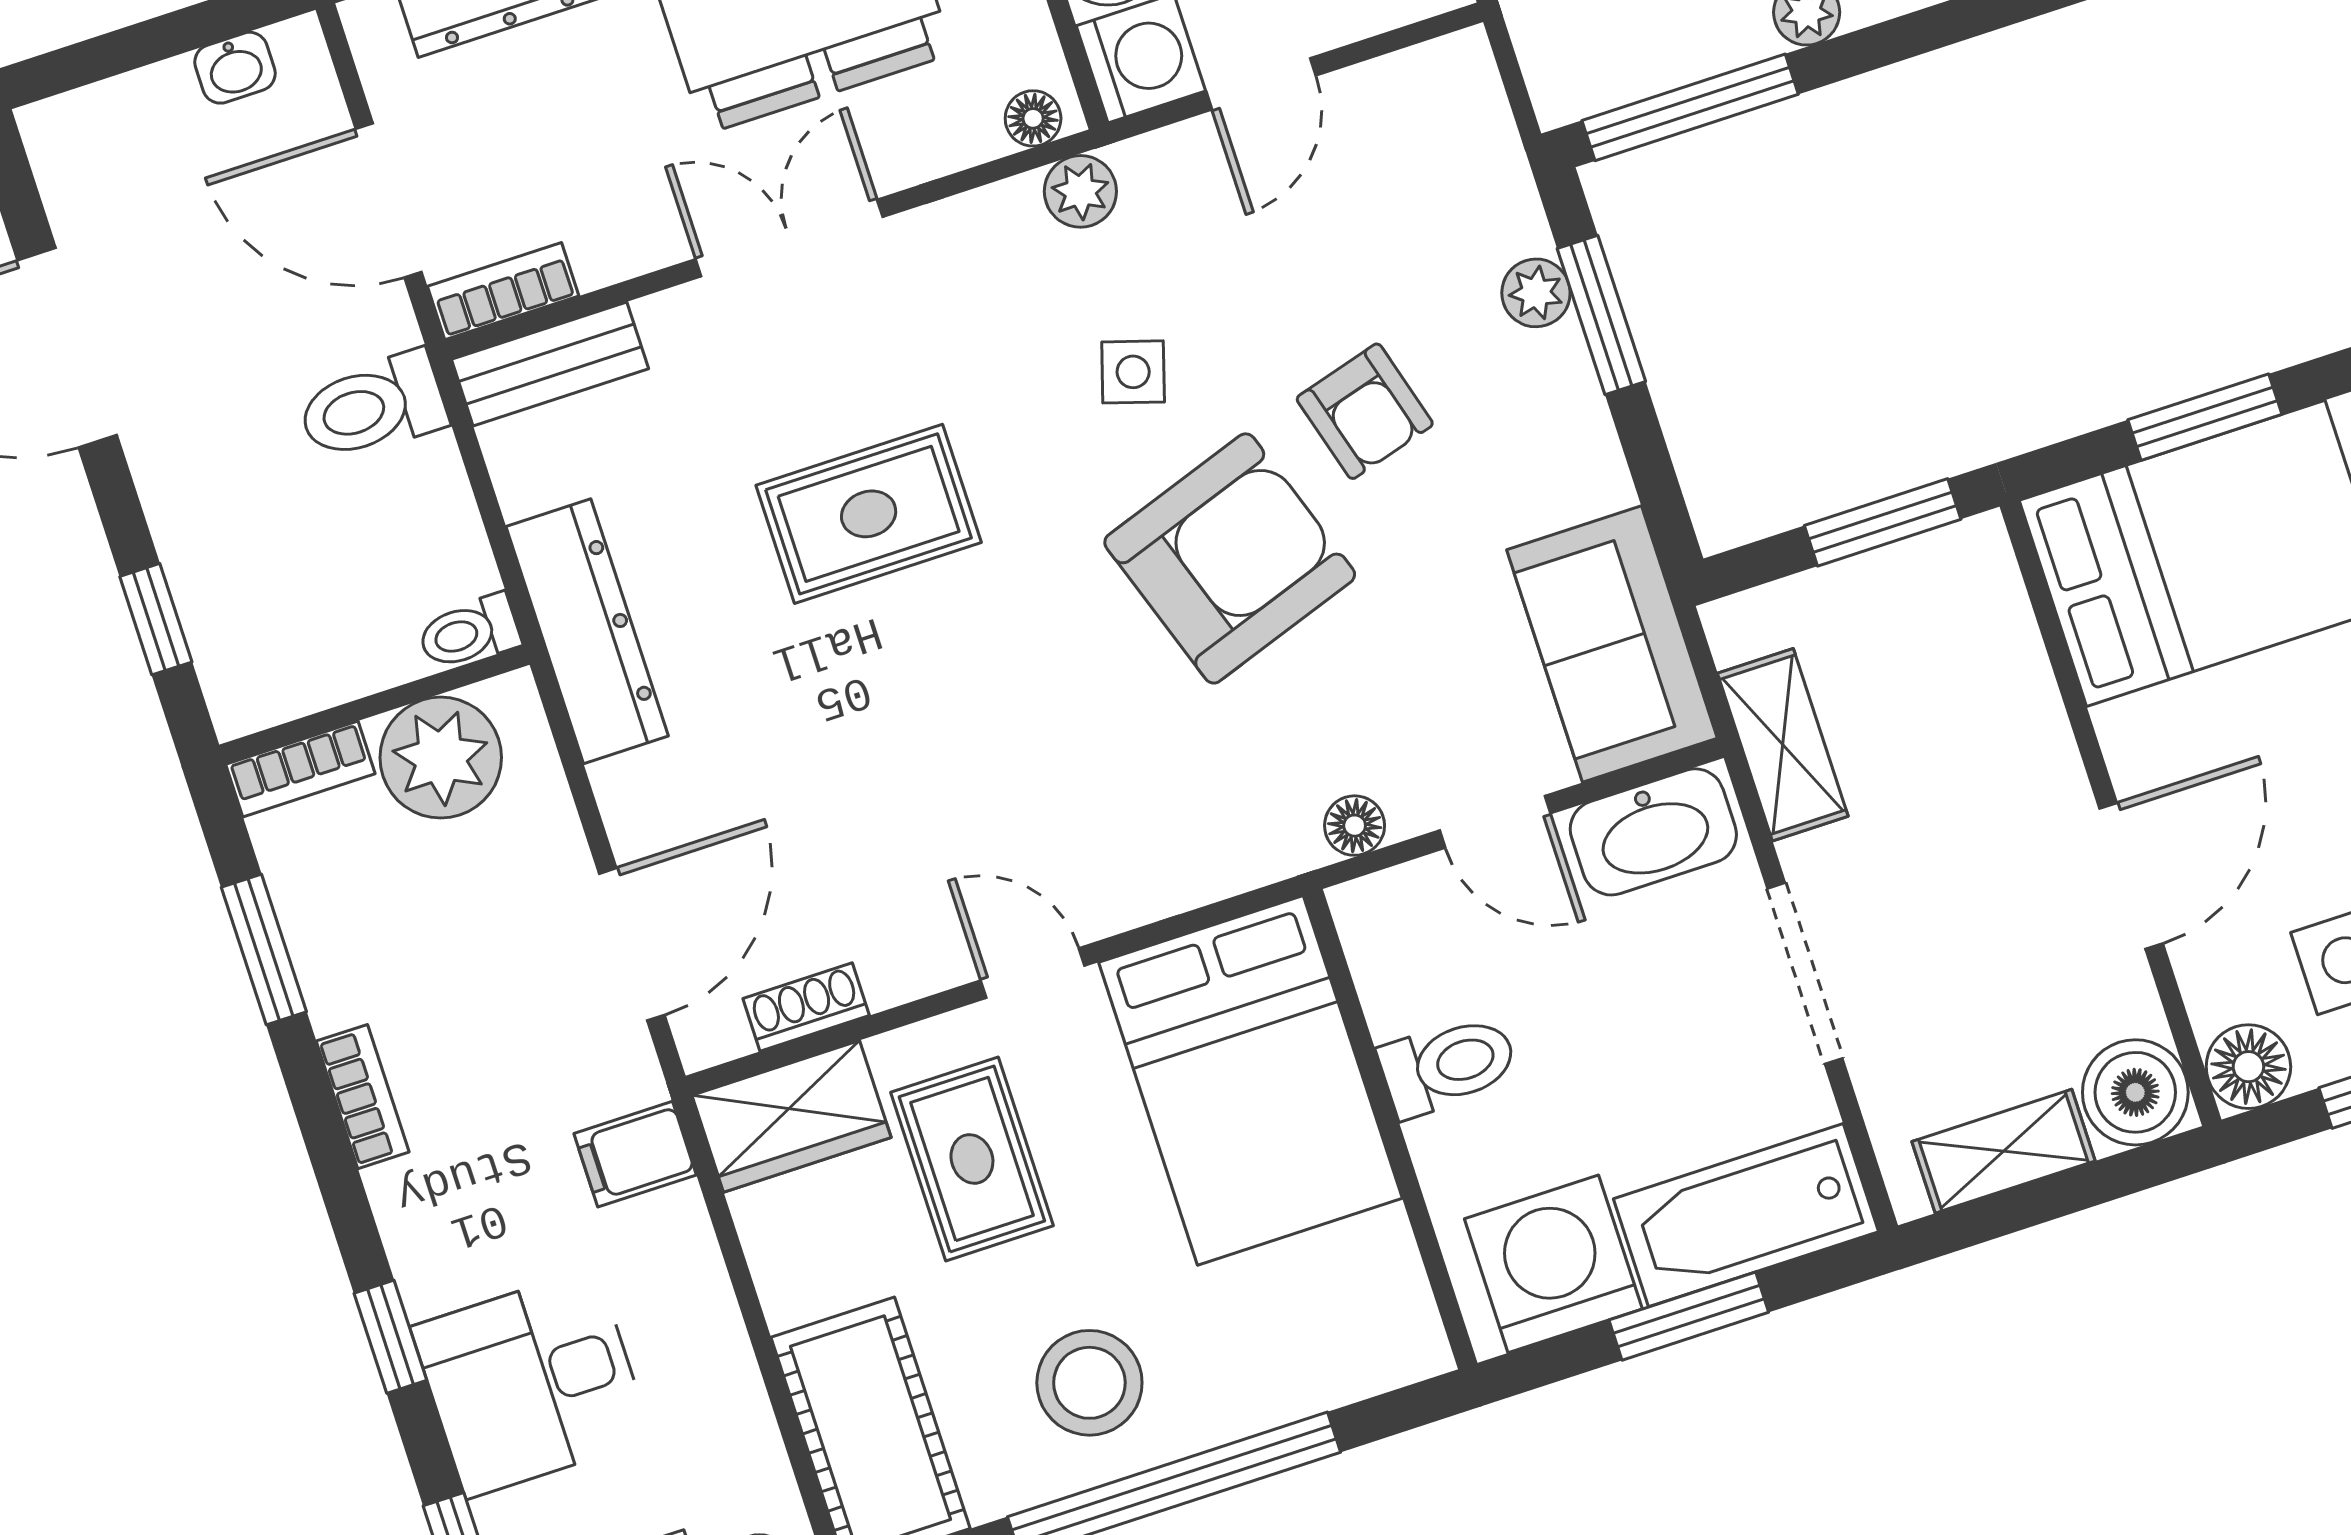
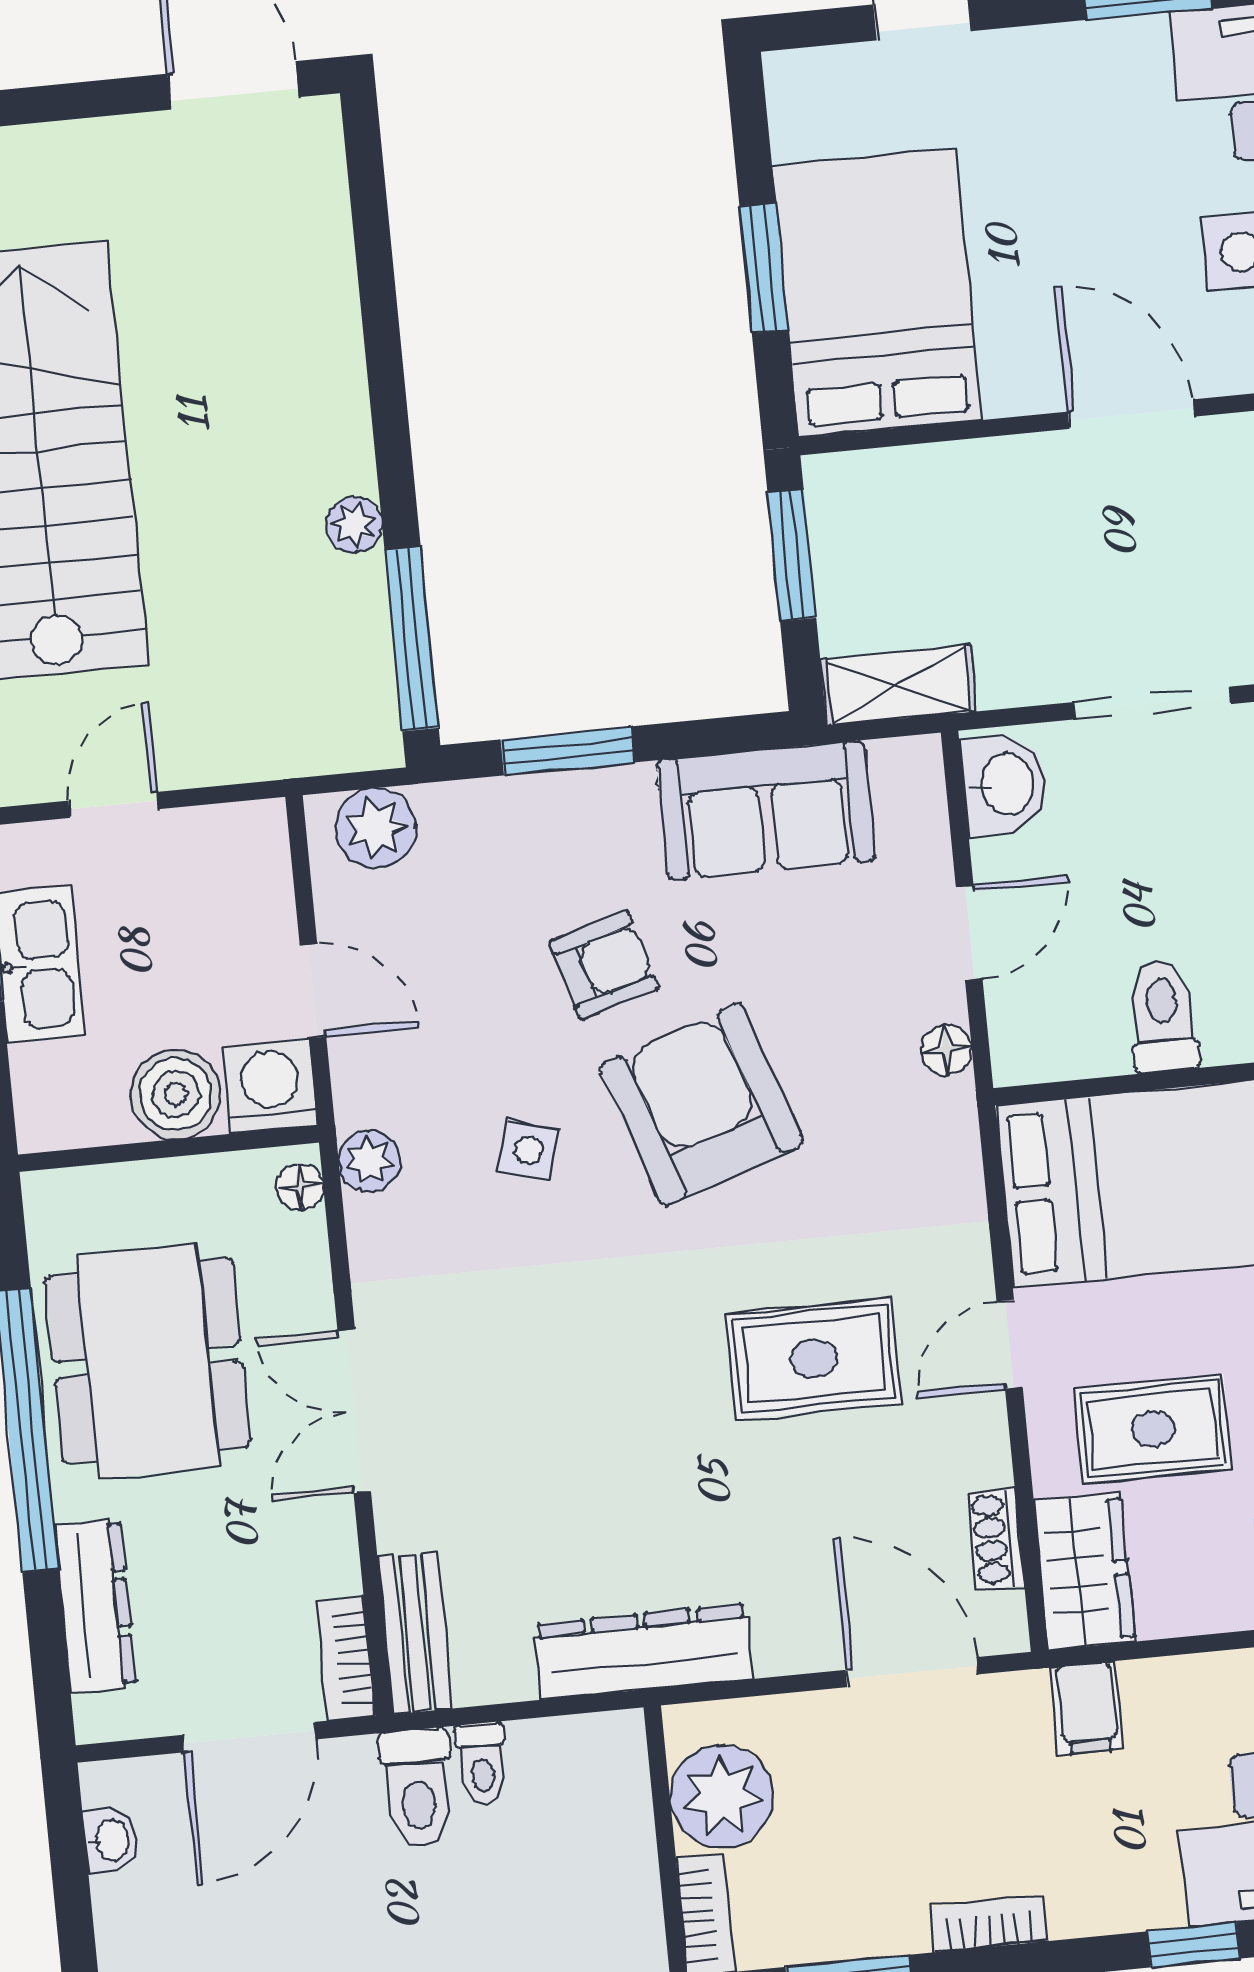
plant: (1536, 293) -> (376, 828), moved, width x1.38, depth x1.38
rug: (869, 514) -> (814, 1359), moved, turned 90
toilet: (469, 632) -> (482, 1764), moved
sofa: (1612, 644) -> (766, 810), moved
shelving: (1783, 745) -> (898, 685), moved
washbasin: (1653, 832) -> (1005, 784), width x0.72

